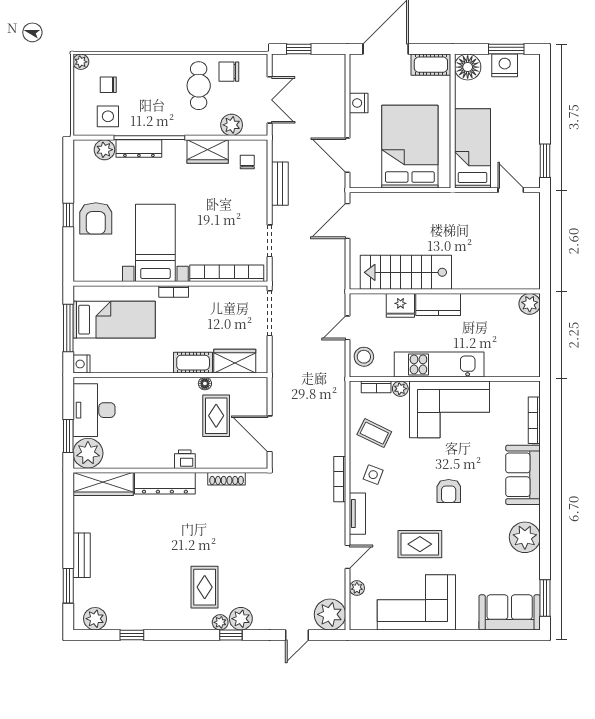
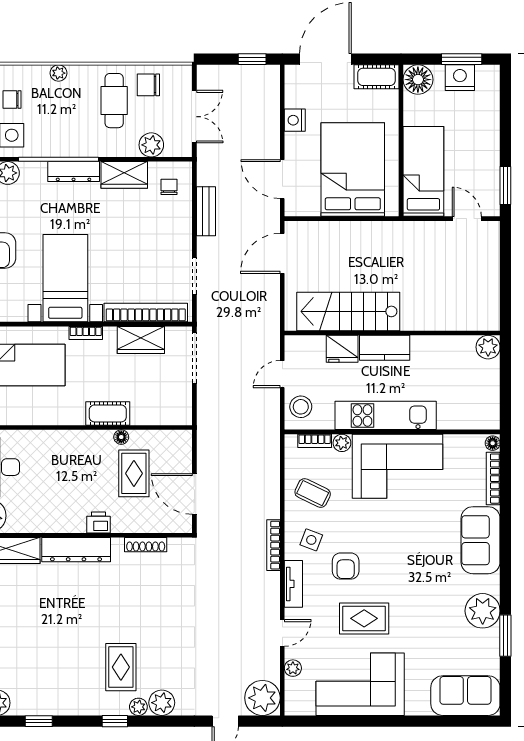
window: (299, 49) -> (252, 59), moved
plant: (149, 61) -> (58, 73), added
dresser: (139, 148) -> (74, 172), moved
wardrobe: (235, 361) -> (141, 340), moved, turned 180
floor lamp: (534, 389) -> (493, 443), added
armchair: (449, 491) -> (346, 566), moved
window: (545, 598) -> (505, 636), moved
window: (231, 635) -> (115, 721), moved

